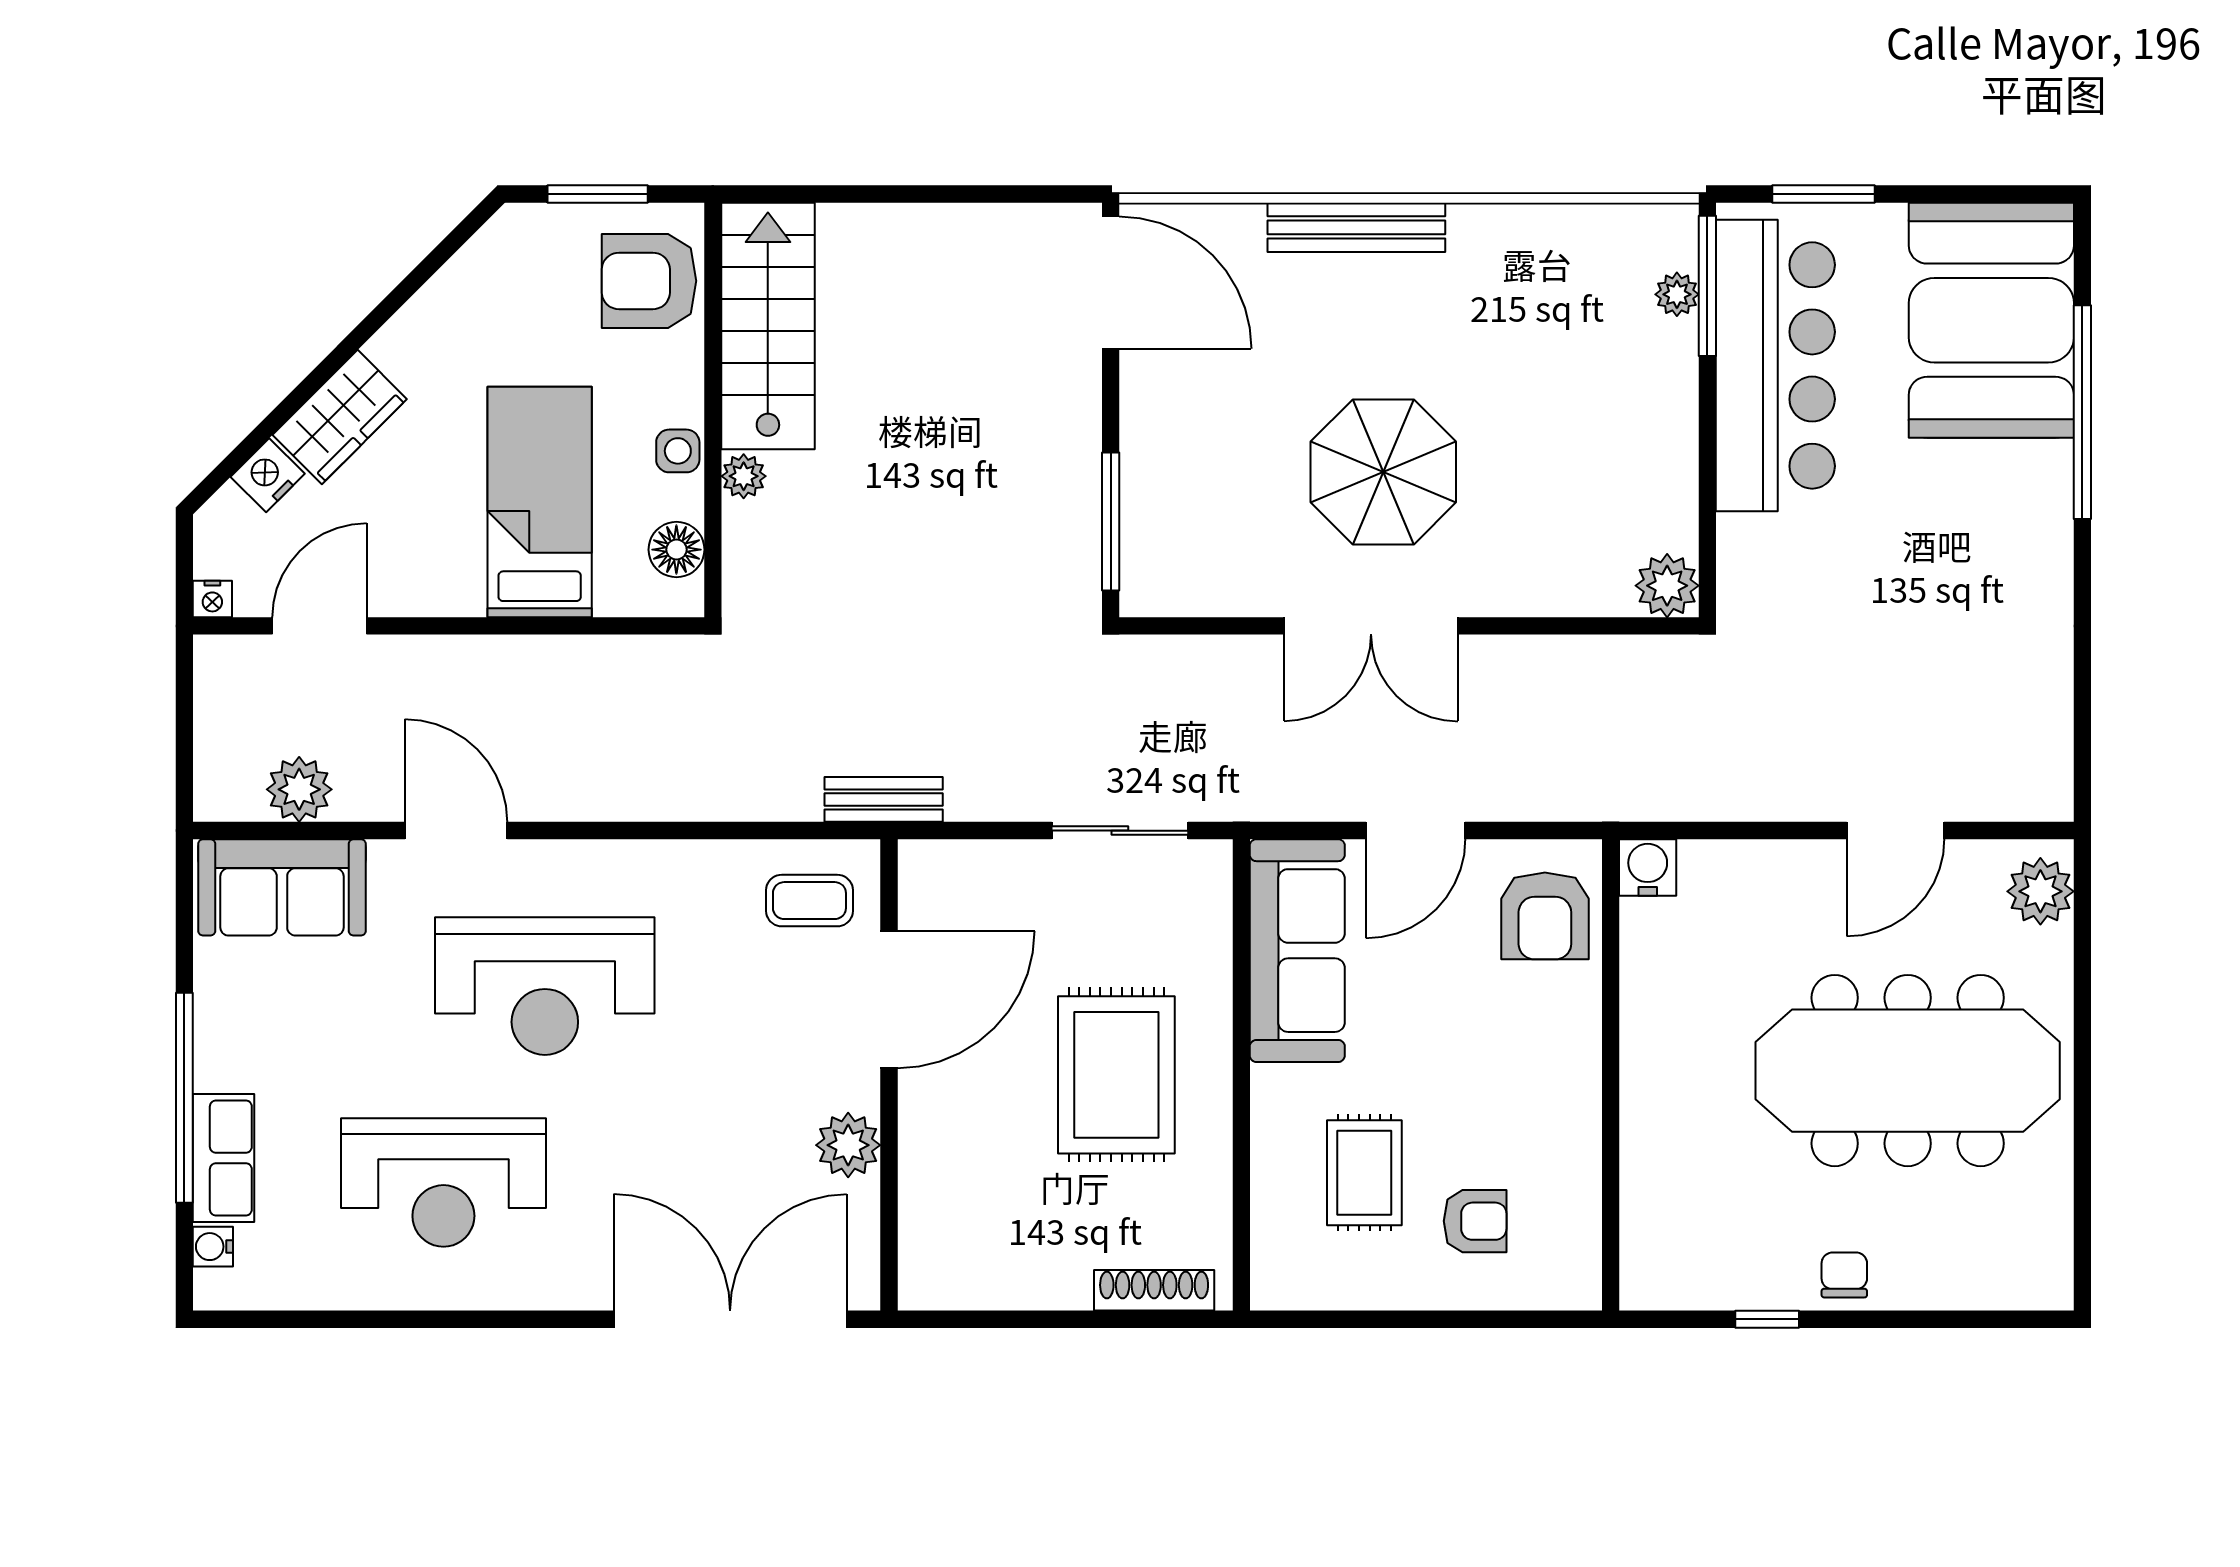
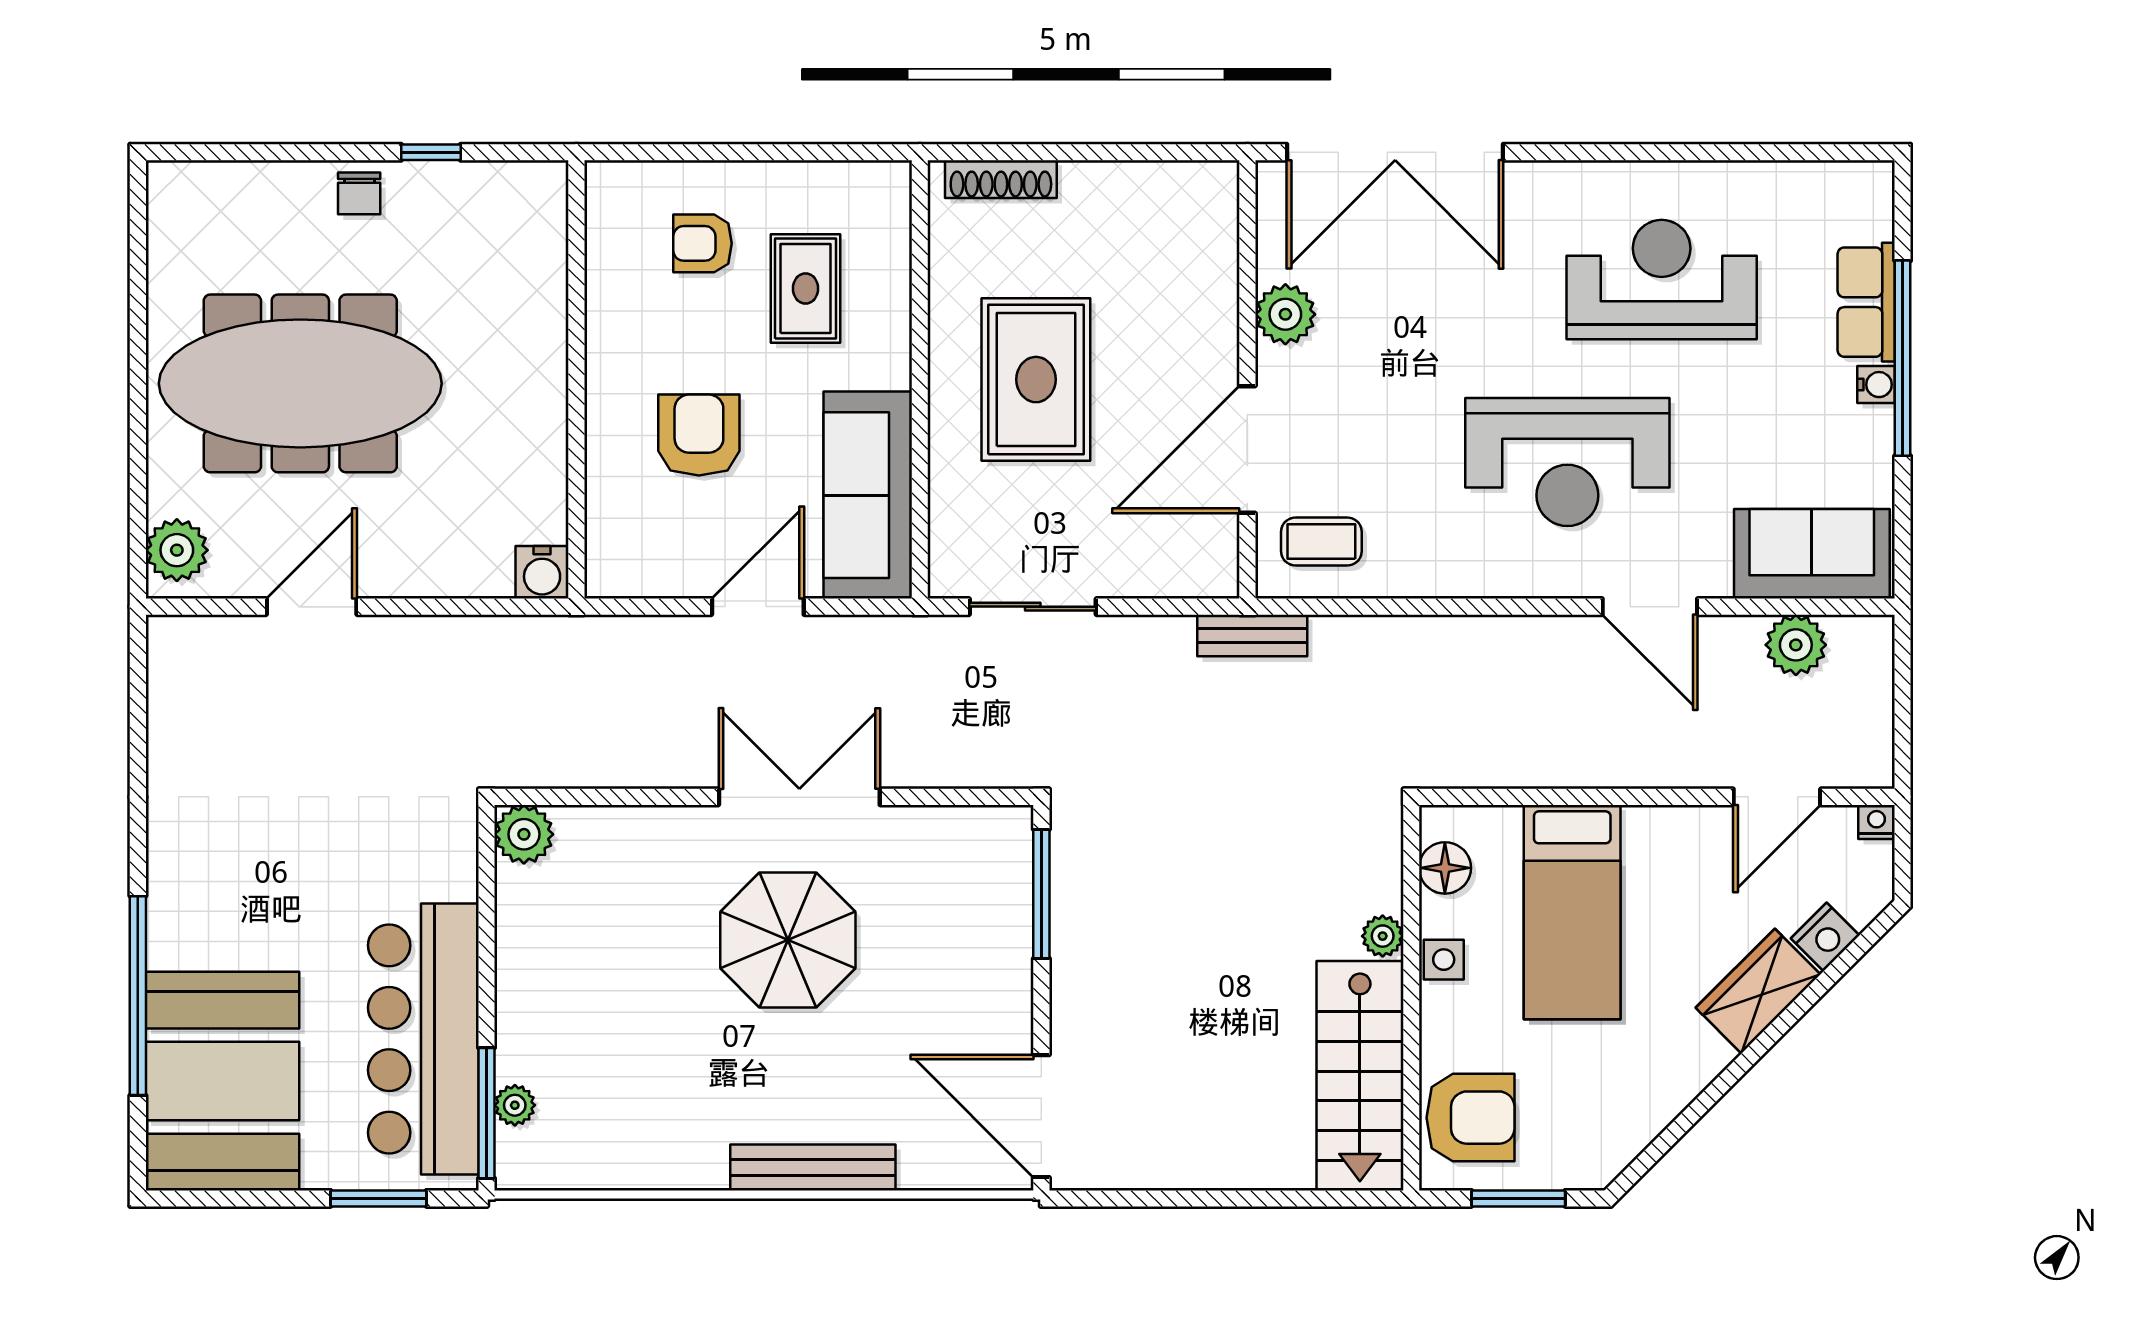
armchair: (1545, 916) -> (699, 435), moved
reception desk: (545, 986) -> (1567, 462), turned 180
water cooler: (213, 1247) -> (1876, 385), moved

